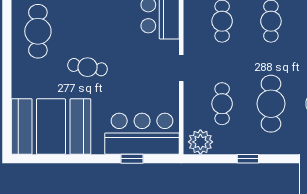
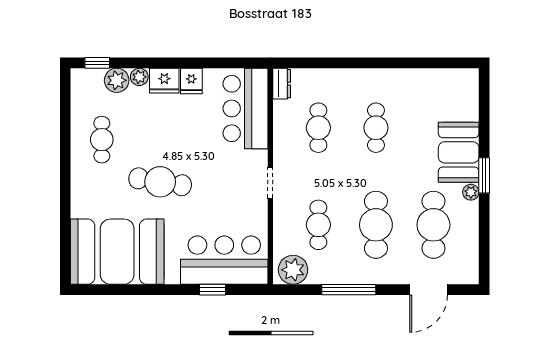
cafe table: (38, 31) -> (102, 140), width x0.73, depth x0.74
cafe table: (88, 67) -> (160, 182), width x1.37, depth x1.35
window: (248, 159) -> (349, 290), width x2.17

